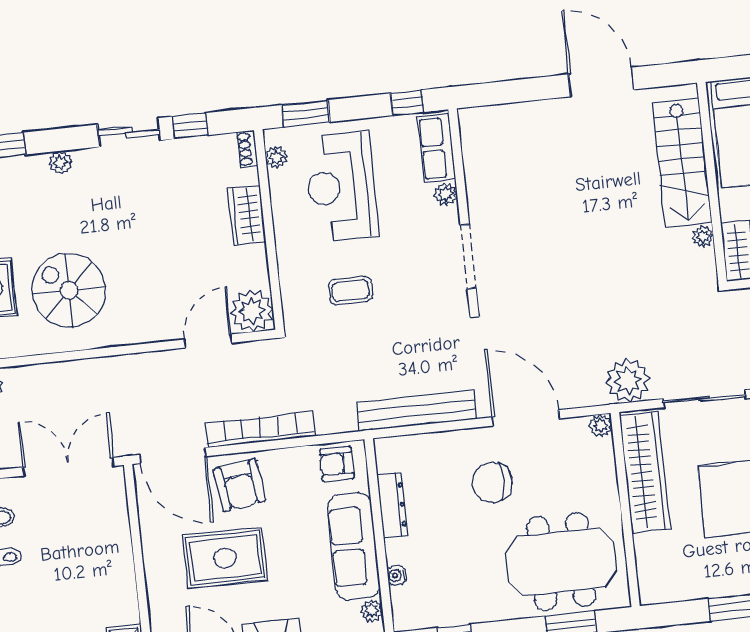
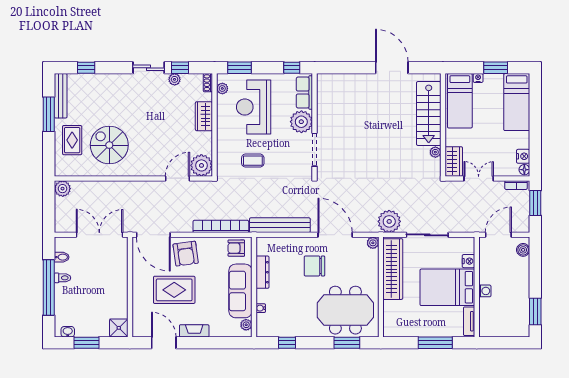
plant: (60, 162) -> (175, 79), moved
plant: (446, 194) -> (301, 122), width x1.88, depth x1.88
bookcase: (260, 430) -> (221, 226), moved

